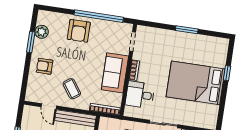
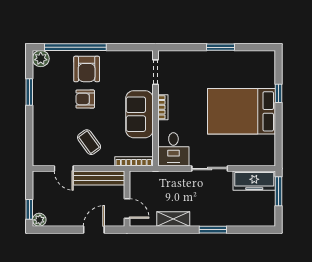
window: (99, 16) -> (75, 47), moved
plant: (42, 32) -> (41, 59), moved
armchair: (45, 66) -> (85, 99), moved
desk: (140, 95) -> (173, 149), moved, turned -90

